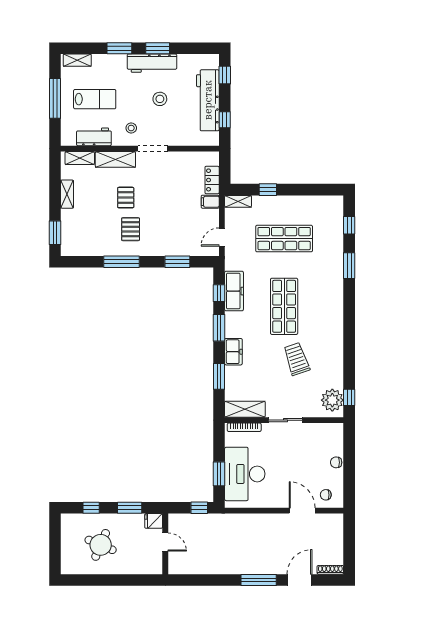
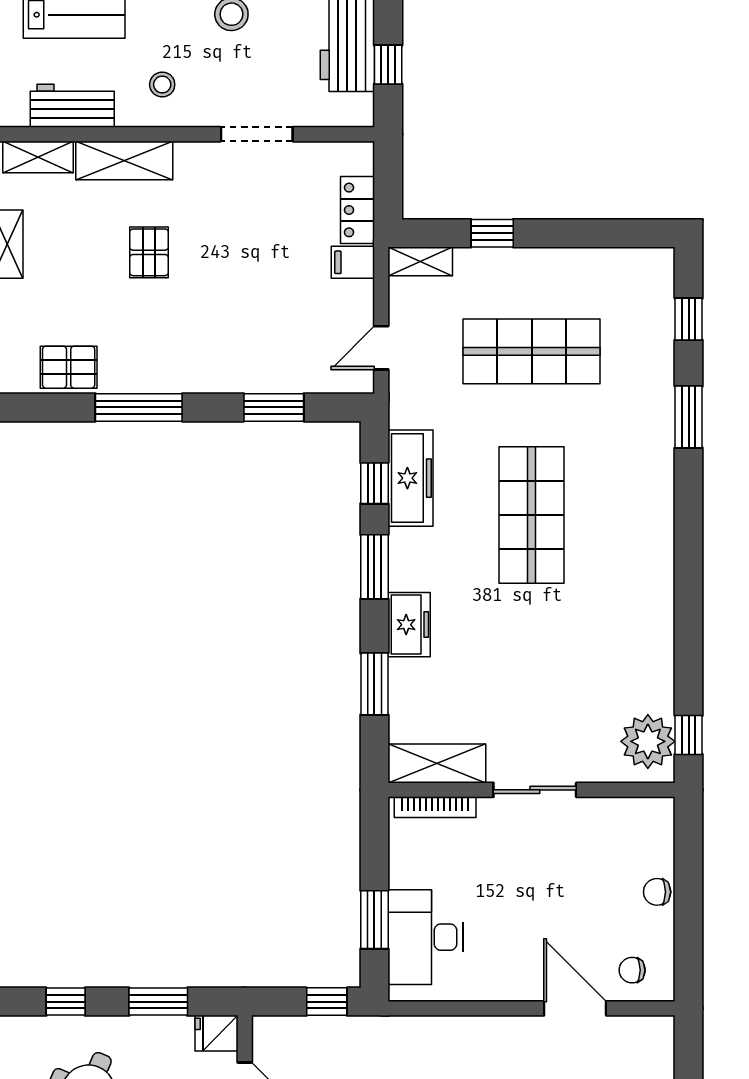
doorway: (153, 149) -> (257, 134), moved
pallet: (131, 229) -> (69, 367), moved, turned 90
trolley: (297, 359) -> (562, 642), removed
desk: (245, 474) -> (425, 937), width x0.73, depth x0.77

